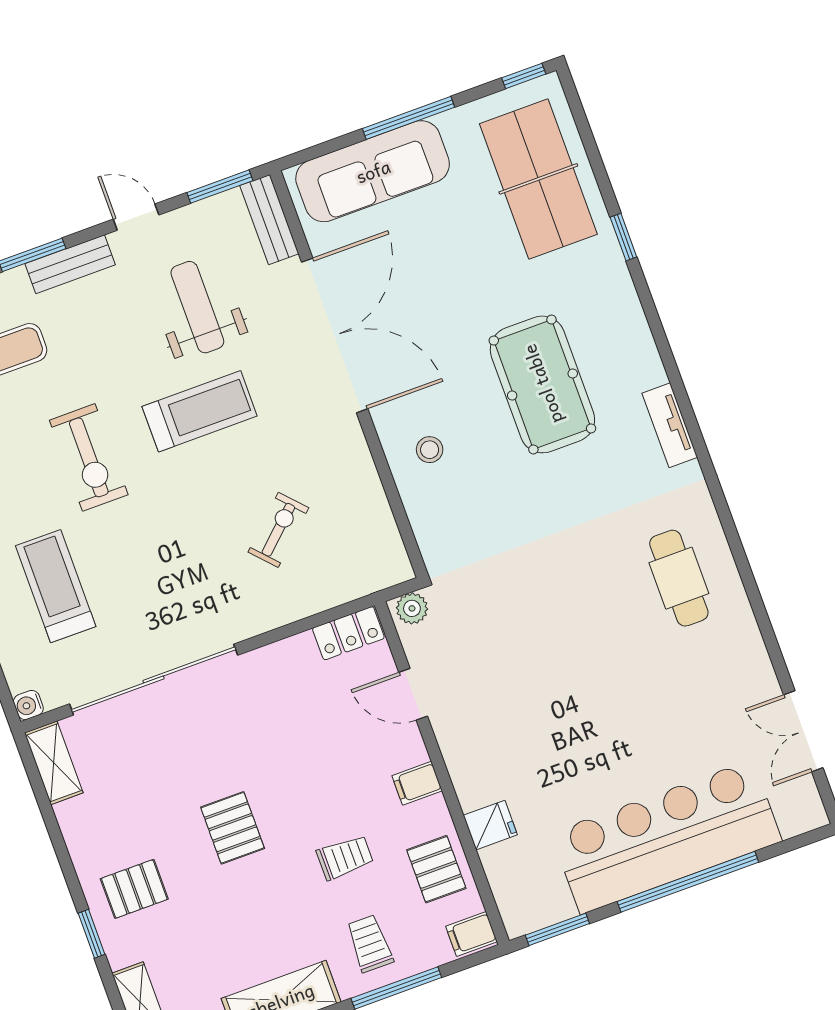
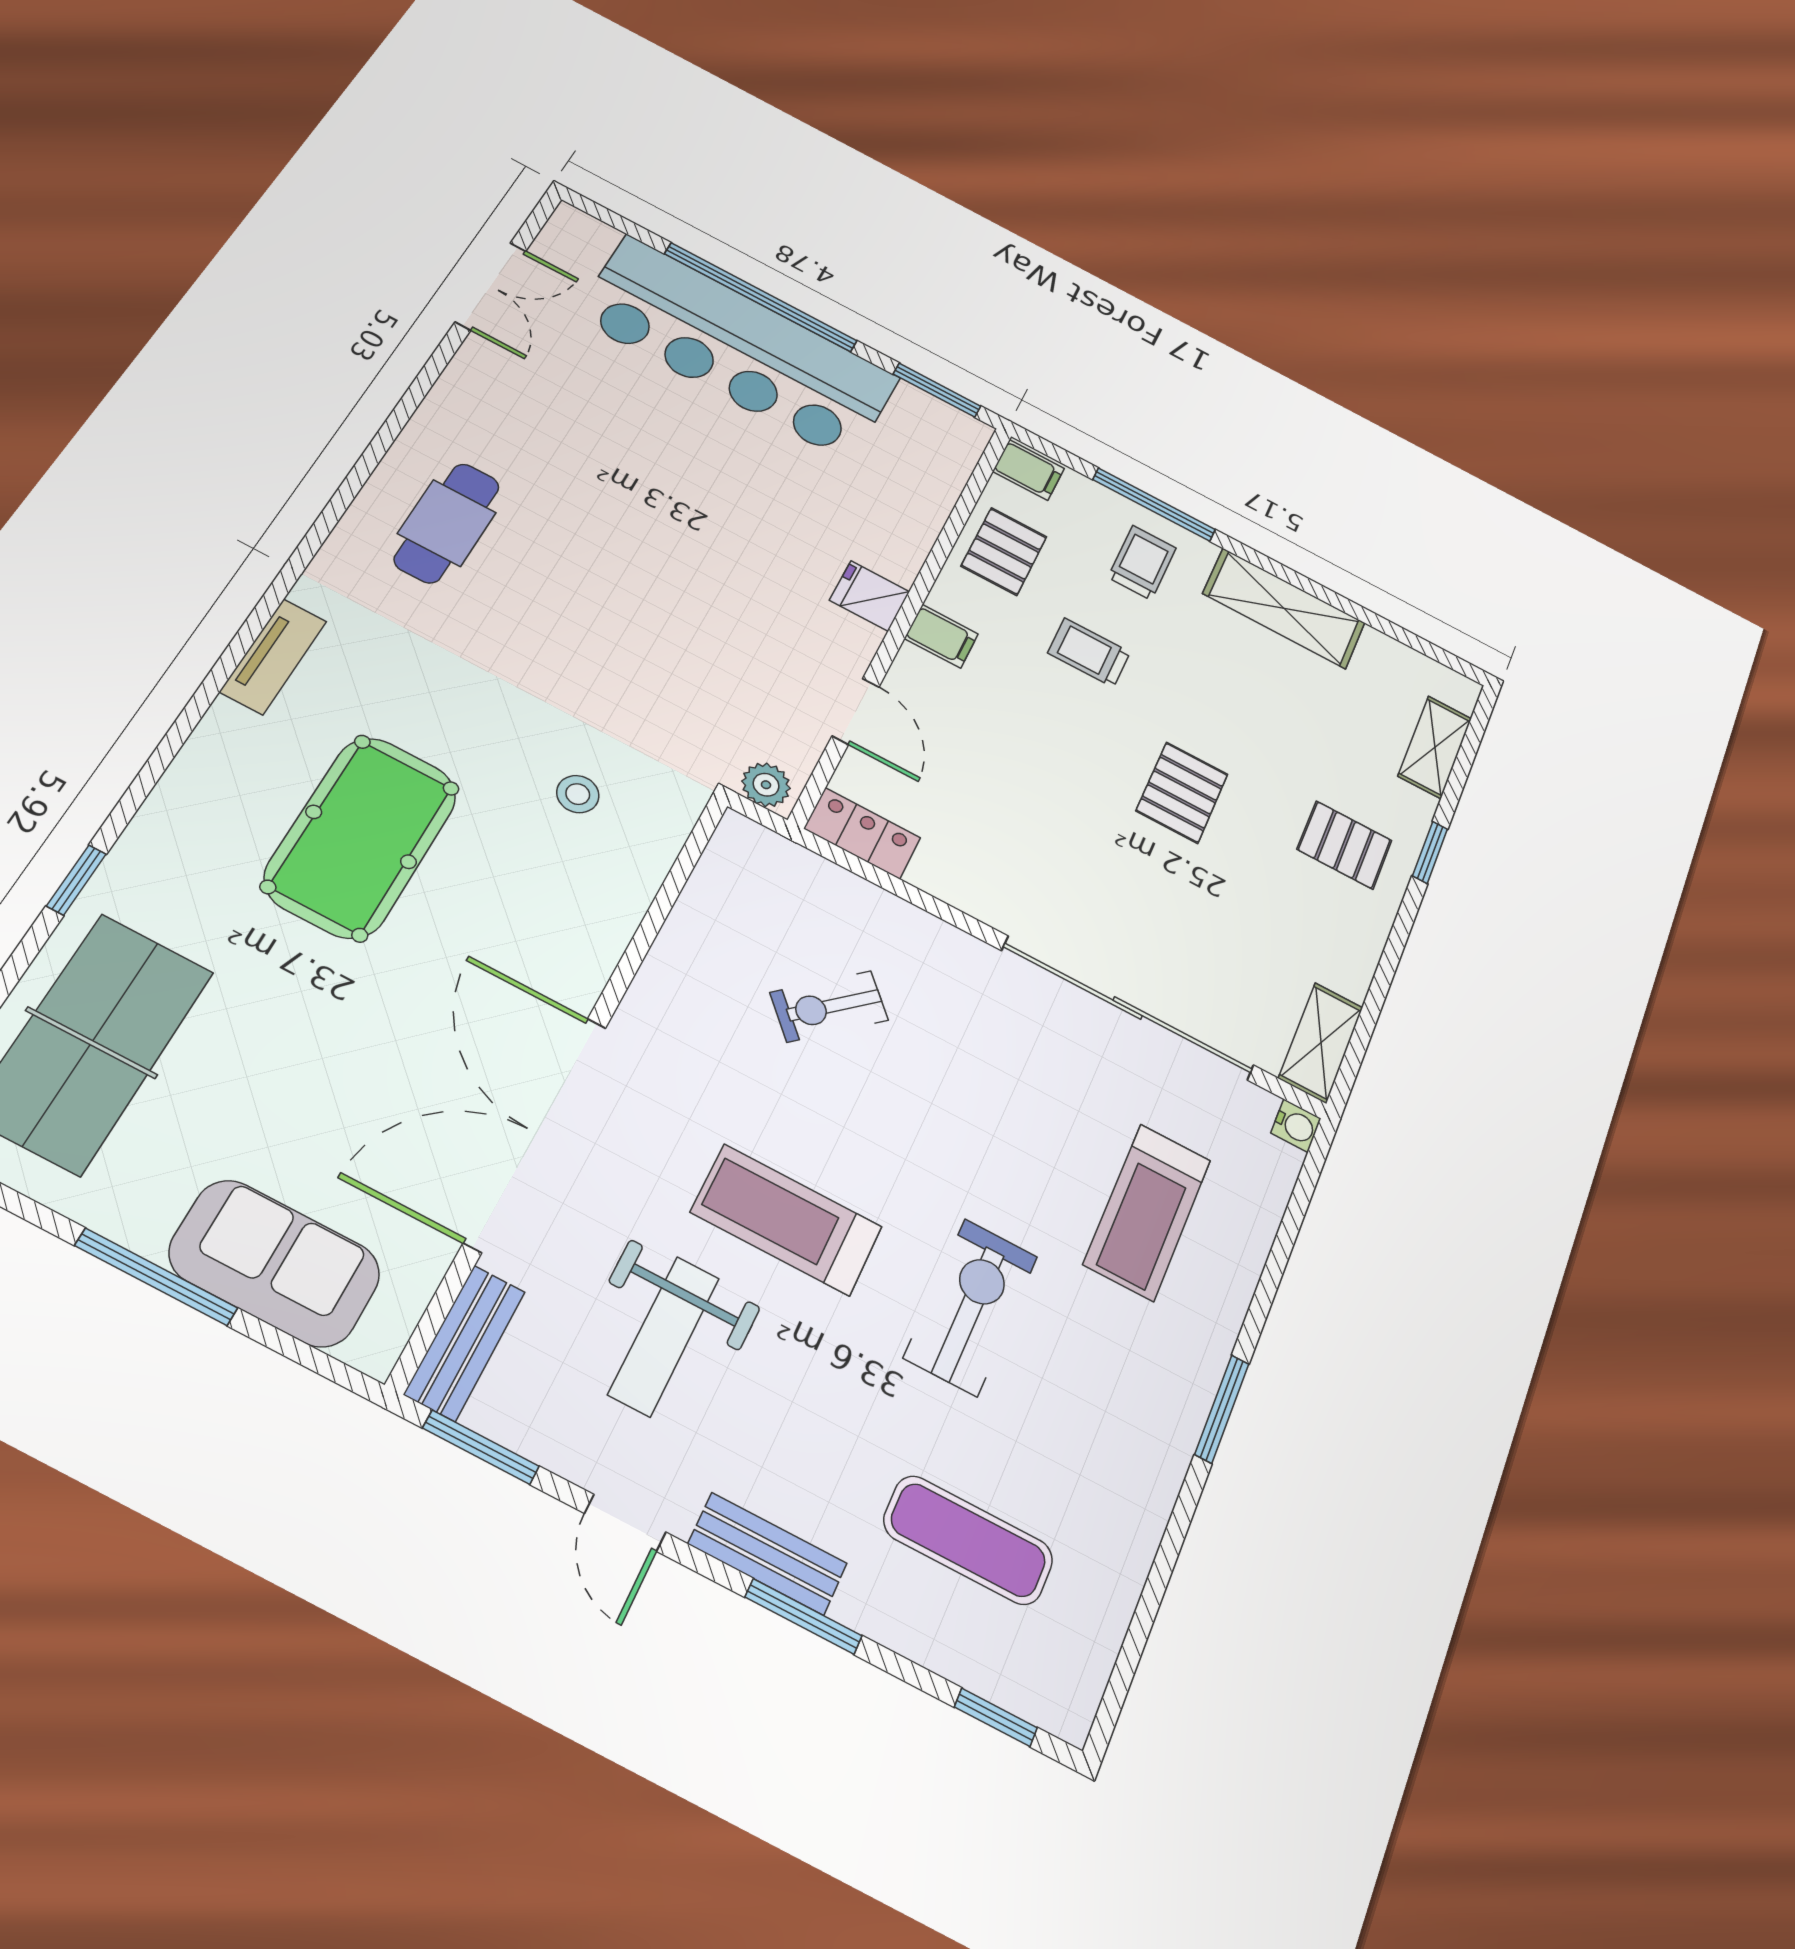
sofa: (373, 171) -> (275, 1263), width x0.73
stool: (430, 450) -> (578, 794), moved
fridge: (490, 825) -> (870, 596), moved
trolley: (370, 944) -> (1142, 563), turned 180

